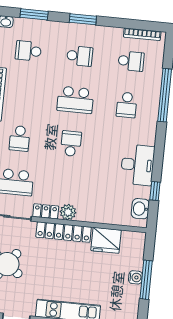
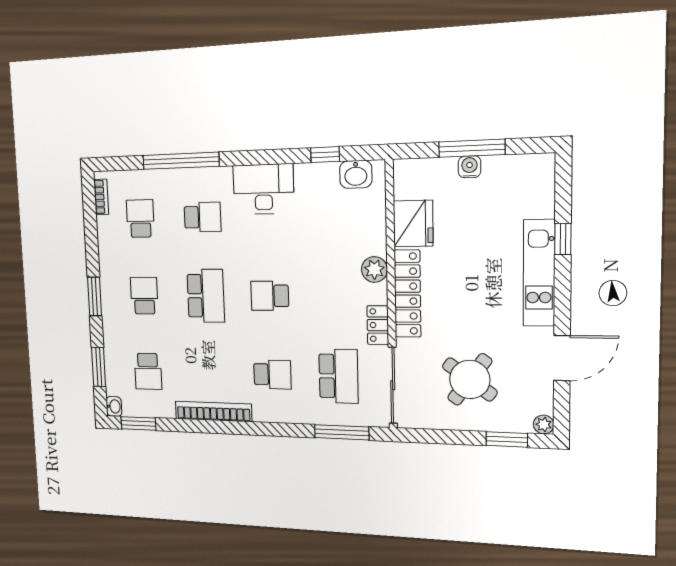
bookcase: (142, 34) -> (101, 197), width x0.64
desk: (137, 165) -> (263, 189), moved
plant: (68, 212) -> (374, 269), moved

